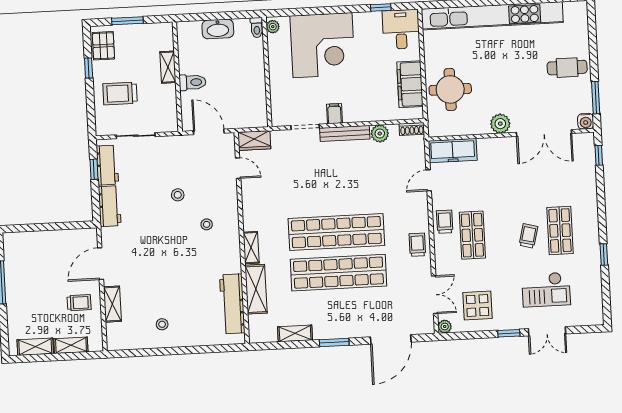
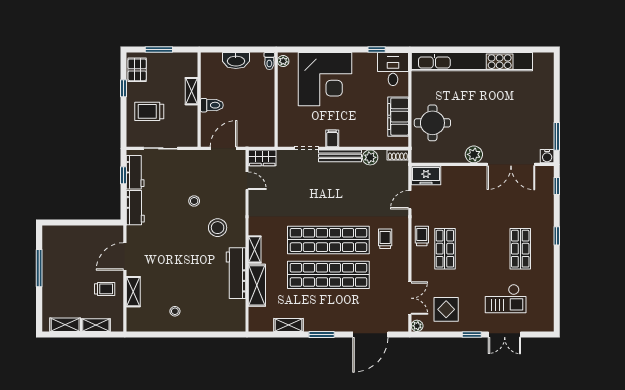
cafe table: (567, 68) -> (534, 109), removed
door: (209, 132) -> (224, 148), hinge flipped
freezer: (453, 151) -> (426, 175), width x0.71
stool: (207, 224) -> (218, 228), width x1.89, depth x1.89
trolley: (529, 236) -> (493, 252), removed
trolley: (417, 245) -> (385, 239), moved
window: (604, 254) -> (557, 236), moved
workbench: (232, 304) -> (236, 273), moved

